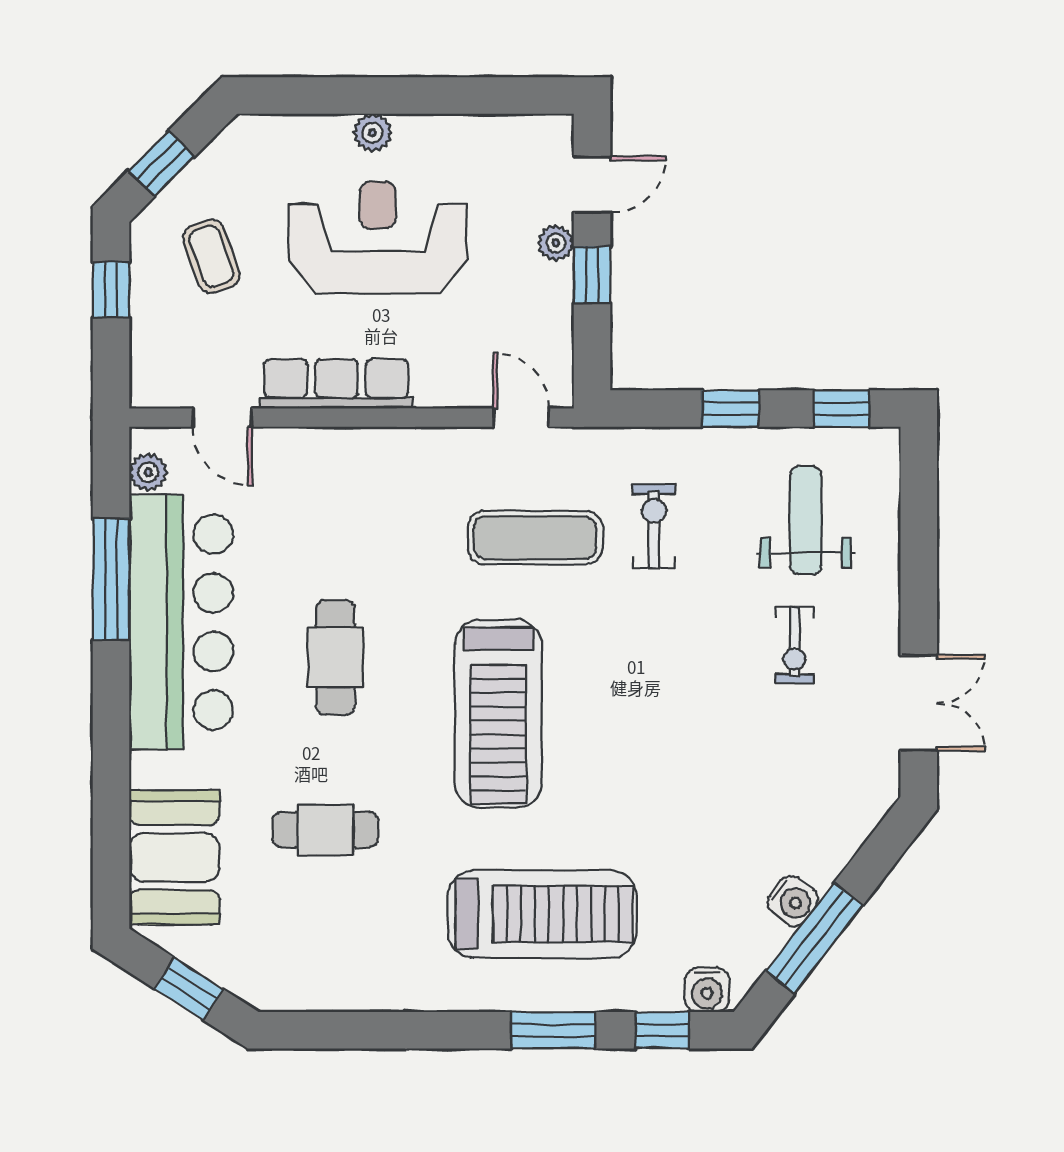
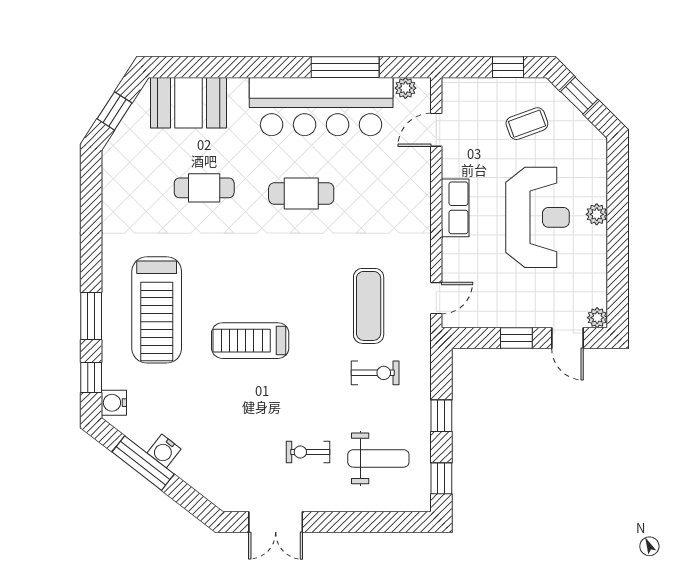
plant: (556, 243) -> (597, 318), moved
row of seats: (336, 384) -> (455, 208), width x0.68
treadmill: (498, 714) -> (250, 341), moved, width x0.73, depth x0.73
cafe table: (325, 830) -> (204, 188), turned 90

